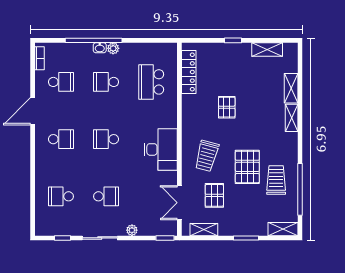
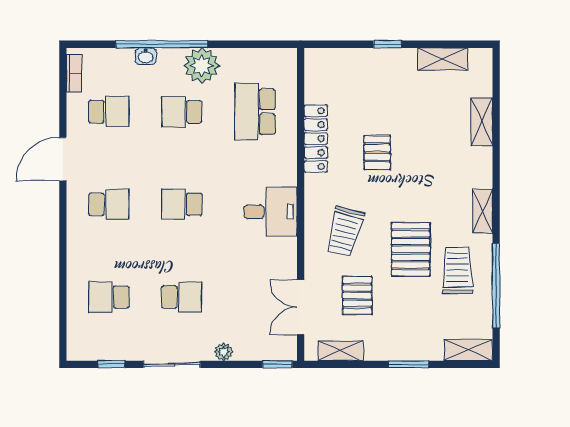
washbasin: (100, 48) -> (146, 56), moved
plant: (113, 48) -> (202, 65), width x1.88, depth x1.88
locker: (189, 72) -> (316, 139), moved
shelving: (292, 118) -> (483, 211), moved
desk: (161, 149) -> (271, 212), width x0.73

